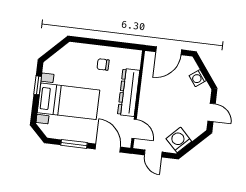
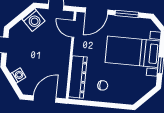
dresser: (129, 93) -> (78, 77), moved
door: (108, 148) -> (97, 11), hinge flipped

